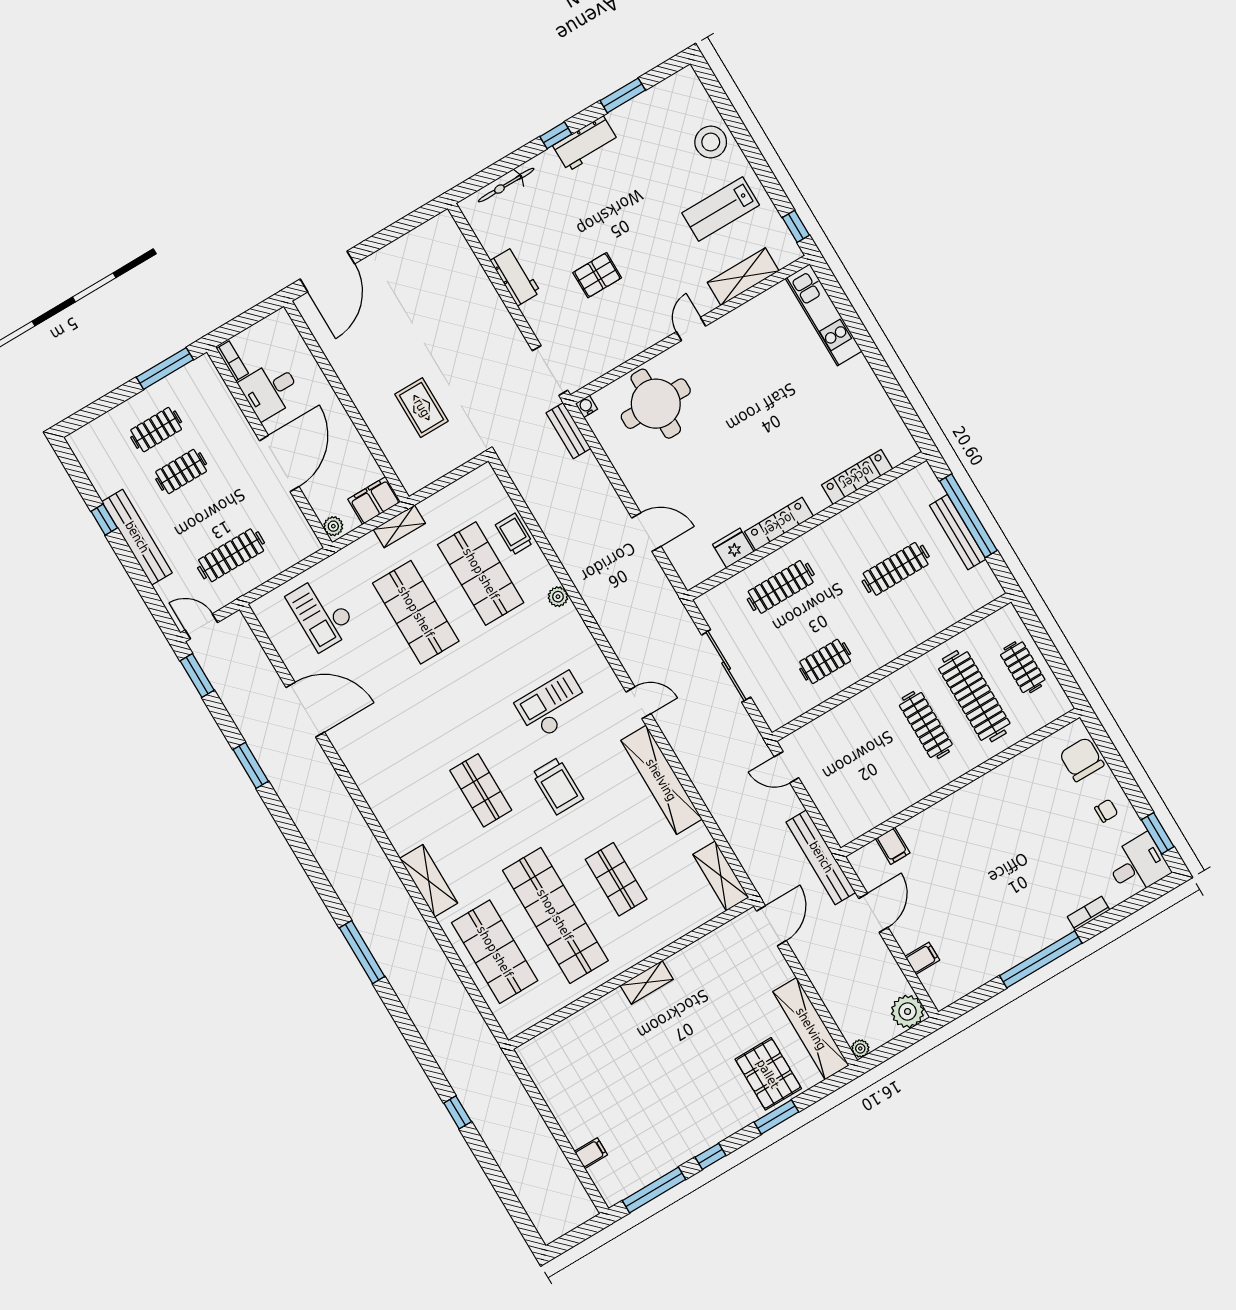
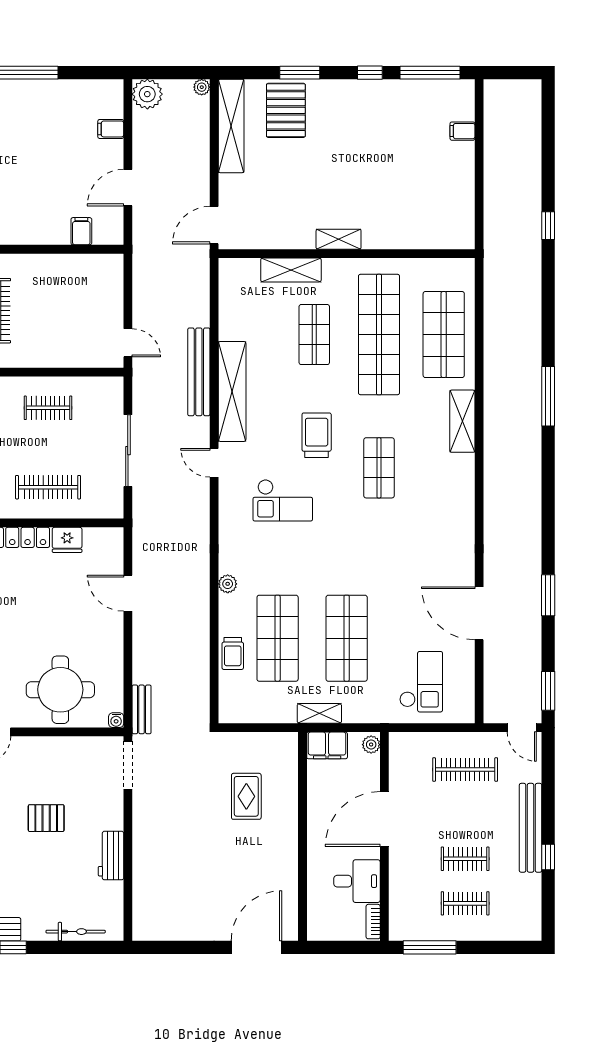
bench: (821, 857) -> (199, 372), moved
shelving: (721, 876) -> (291, 270), moved, turned 90

